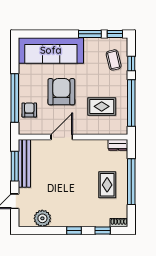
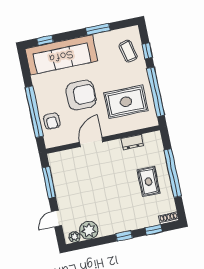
window: (115, 34) -> (45, 40), moved
armchair: (61, 92) -> (81, 95), turned 90
rug: (102, 106) -> (126, 102), width x1.36, depth x1.43
armchair: (29, 110) -> (52, 121), turned 180
dresser: (118, 145) -> (132, 142), moved
bench: (24, 163) -> (58, 177), removed
plant: (28, 222) -> (74, 237), added

